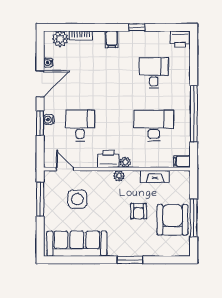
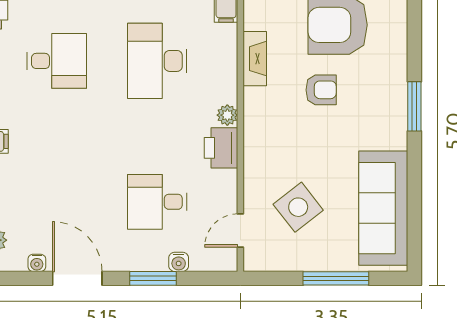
desk: (154, 73) -> (57, 61), turned 180
water cooler: (49, 120) -> (179, 262), moved
plant: (119, 176) -> (254, 128), removed
window: (40, 199) -> (336, 278), moved
side table: (77, 199) -> (298, 207), turned -38

